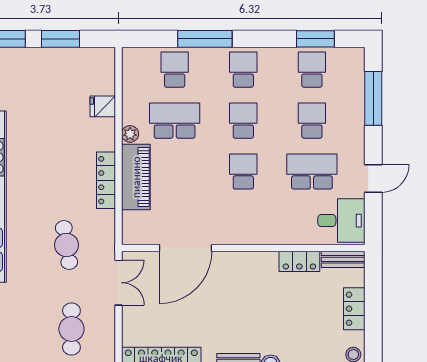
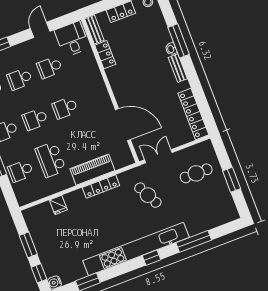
plant: (130, 134) -> (68, 183), removed
school desk: (312, 172) -> (50, 67), width x0.54
door: (373, 179) -> (40, 30), hinge flipped
cafe table: (67, 245) -> (148, 195), turned 72

